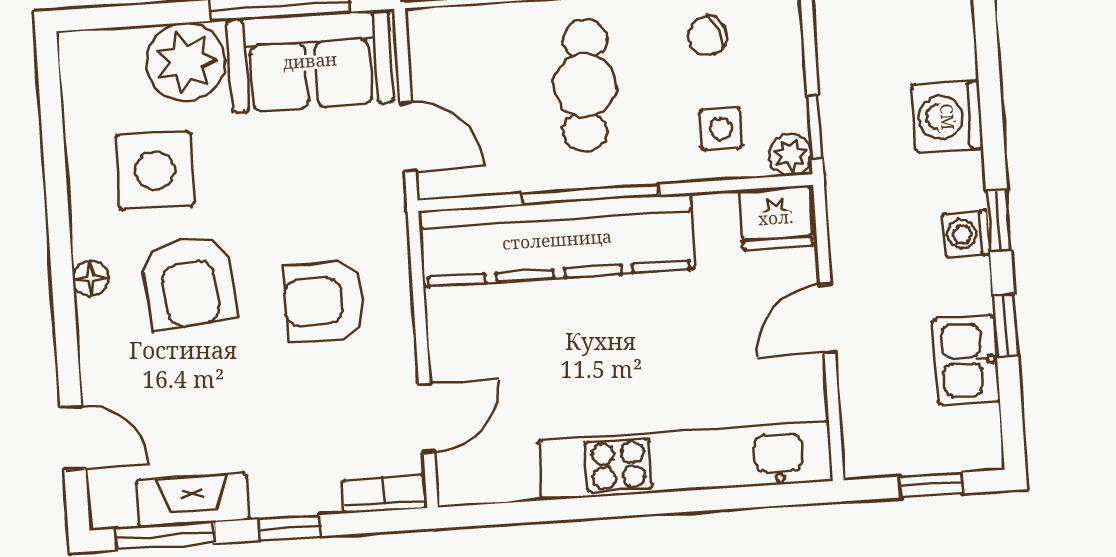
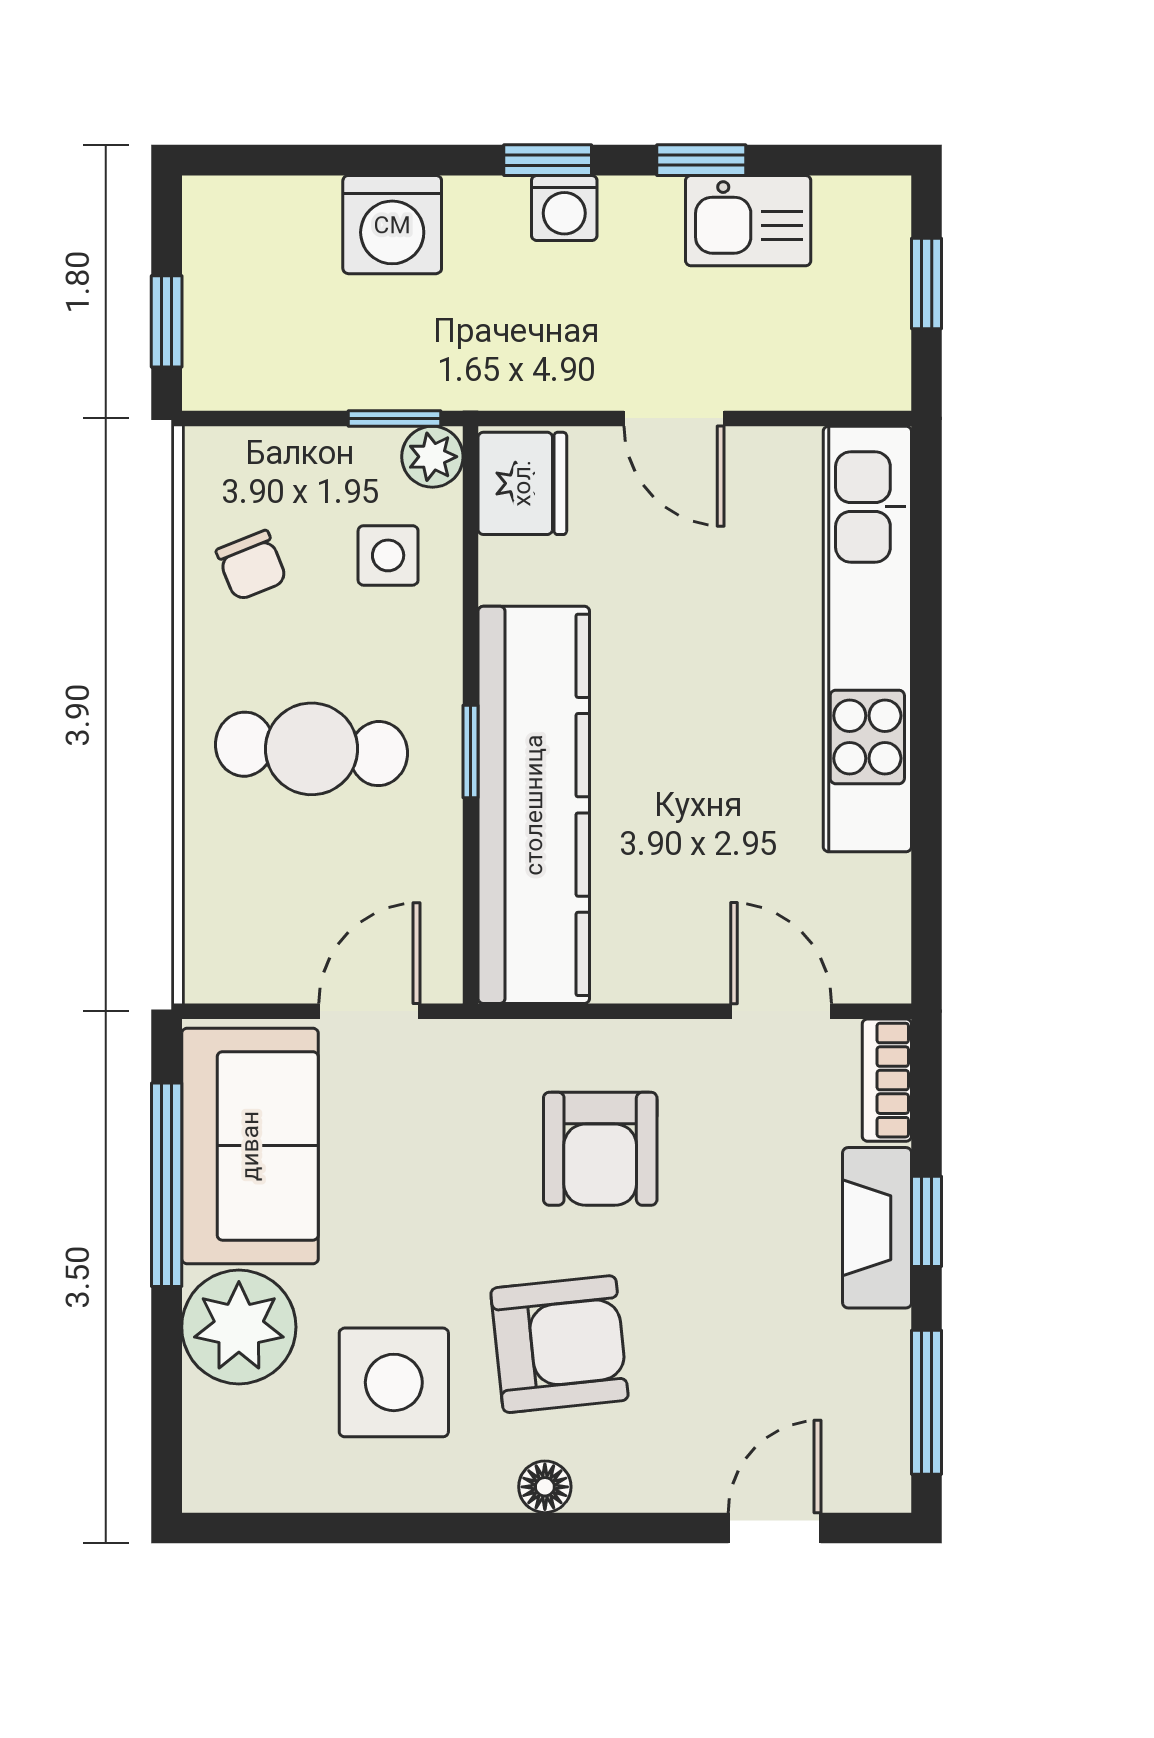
window: (590, 194) -> (471, 751), width x0.46
fireplace: (193, 500) -> (877, 1228), moved

